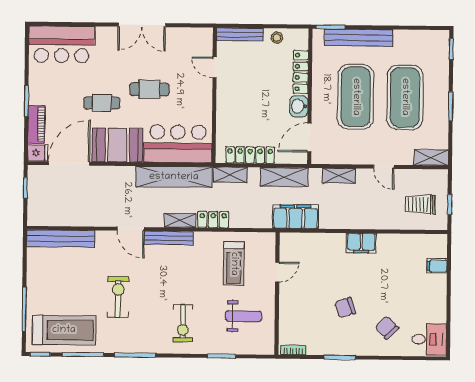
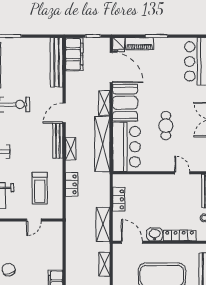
door: (215, 67) -> (182, 173), hinge flipped
cafe table: (102, 103) -> (156, 91), removed
locker: (250, 155) -> (119, 199), width x0.66
shelving: (230, 175) -> (104, 103), moved
filing cabinet: (295, 217) -> (74, 54), moved
locker: (213, 220) -> (72, 184), moved
treadmill: (234, 264) -> (40, 188), turned -90
door: (277, 272) -> (34, 220), hinge flipped

